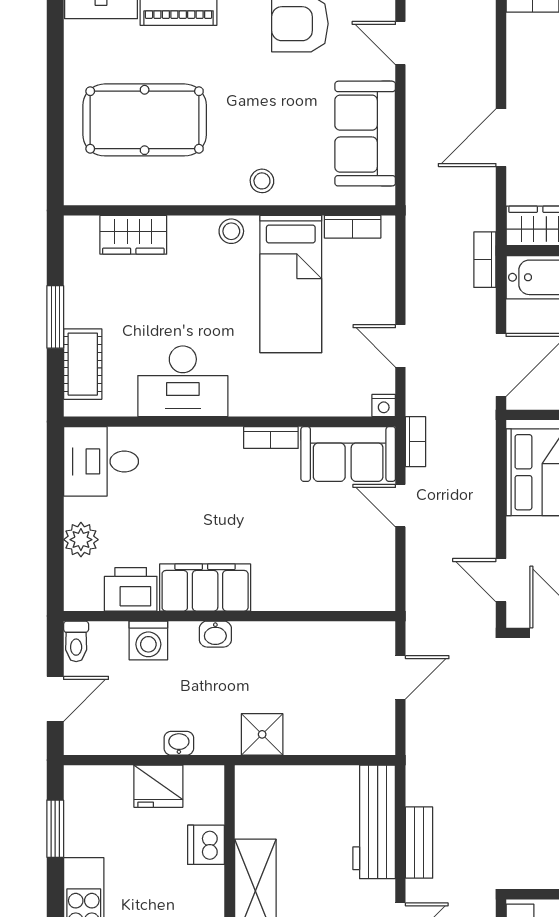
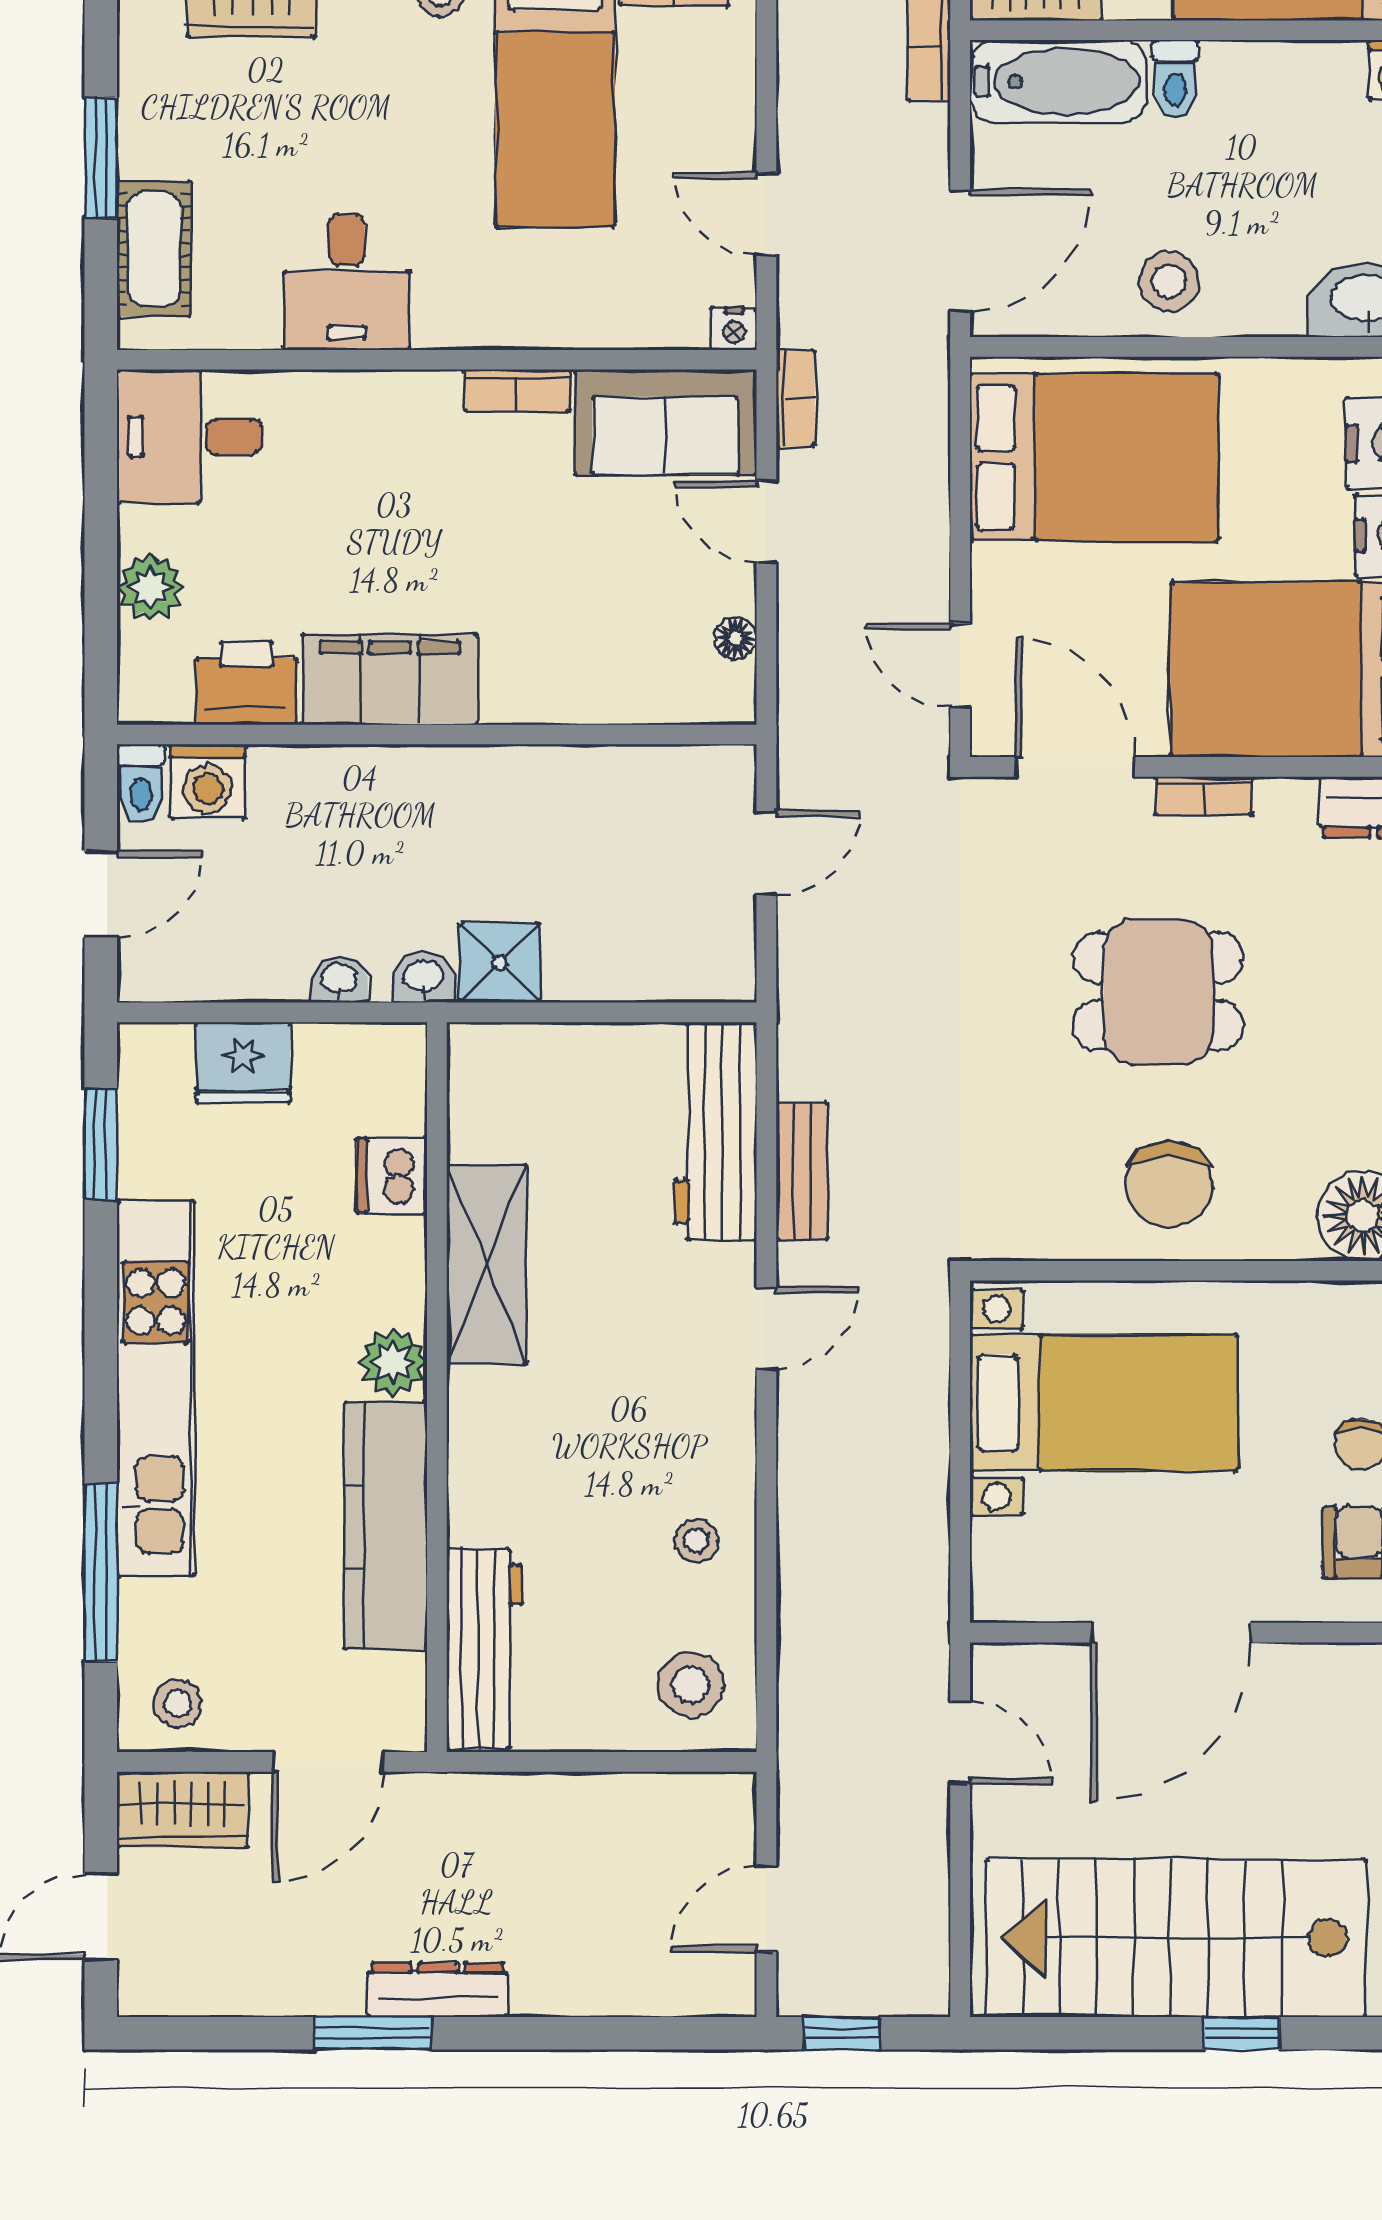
desk: (183, 381) -> (347, 282), width x0.73
floor lamp: (384, 566) -> (735, 638), added
washbasin: (215, 634) -> (424, 978), moved, turned 180
washing machine: (148, 640) -> (208, 782), moved
fridge: (158, 786) -> (243, 1063), moved

